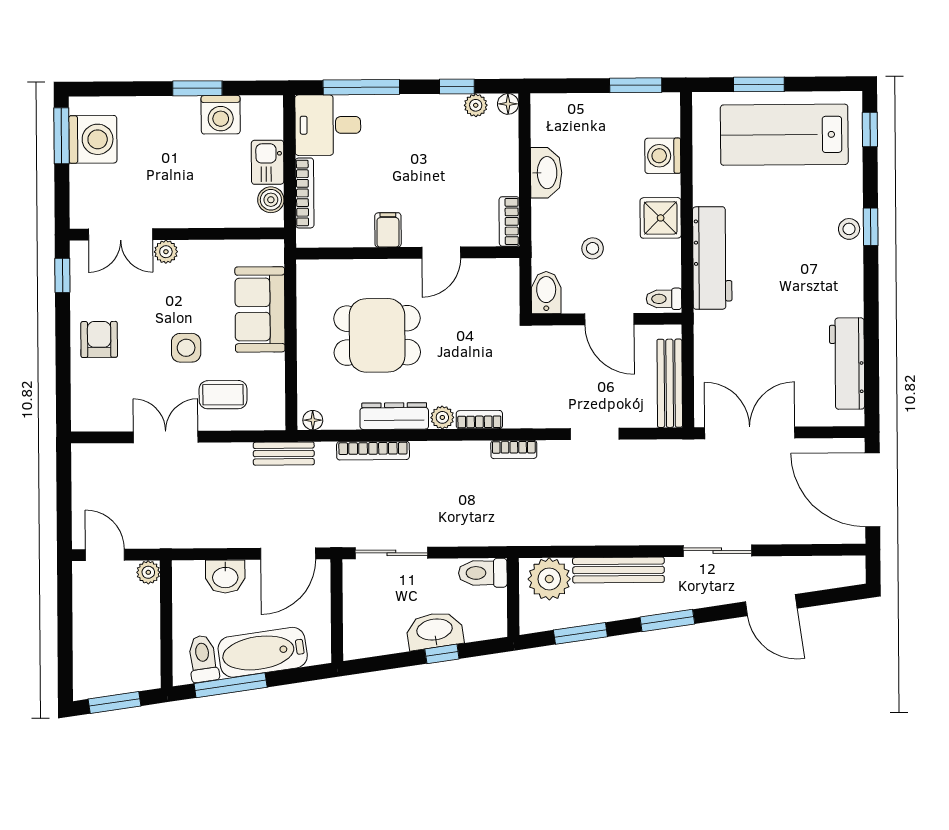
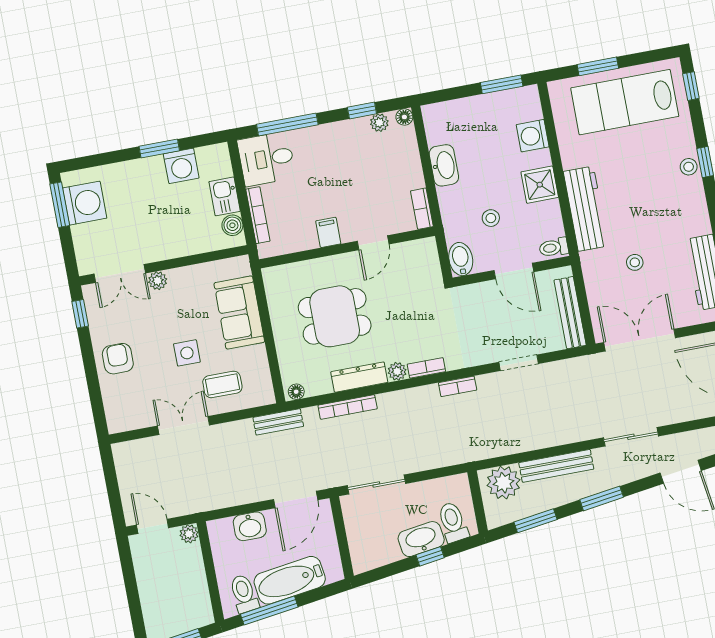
stool: (761, 335) -> (635, 262), added
toilet: (483, 573) -> (453, 522), moved, turned 82

